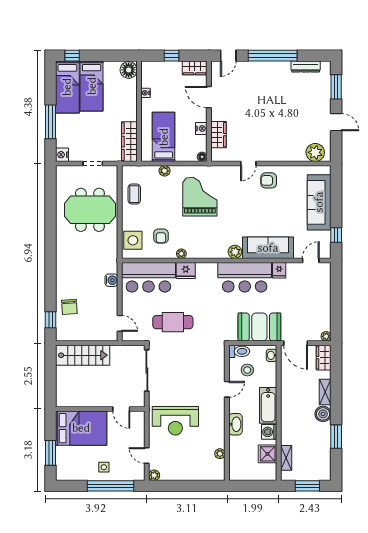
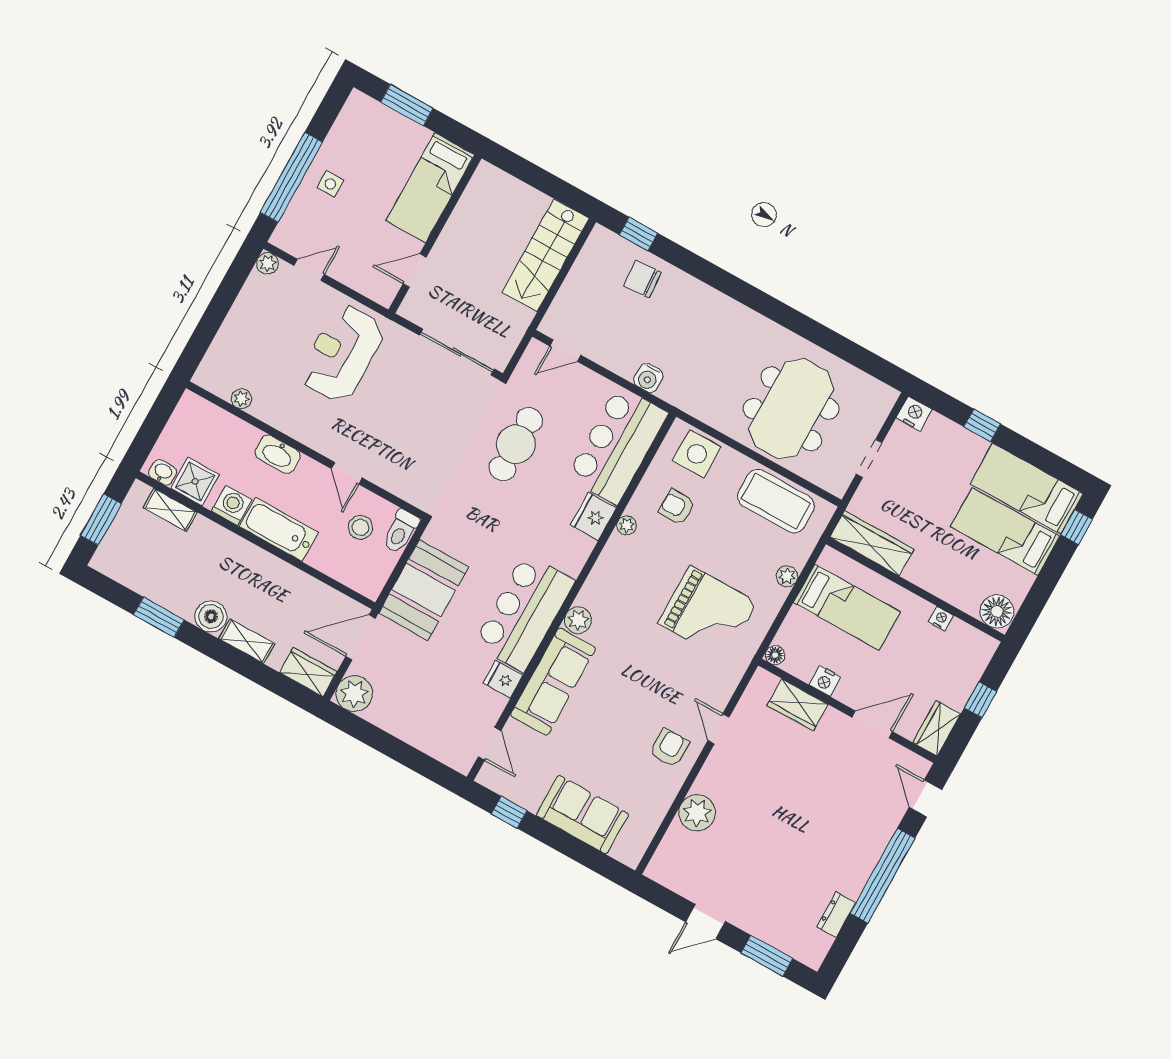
dresser: (306, 66) -> (836, 915), width x0.70
window: (51, 122) -> (982, 425), width x0.46
plant: (315, 152) -> (697, 813), moved
coffee table: (134, 194) -> (776, 501), width x1.86, depth x1.72
sofa: (319, 202) -> (582, 815), width x0.73
plant: (326, 336) -> (354, 694), width x1.87, depth x1.87
washbasin: (272, 355) -> (163, 472), moved
bed: (81, 428) -> (430, 188), width x0.67

